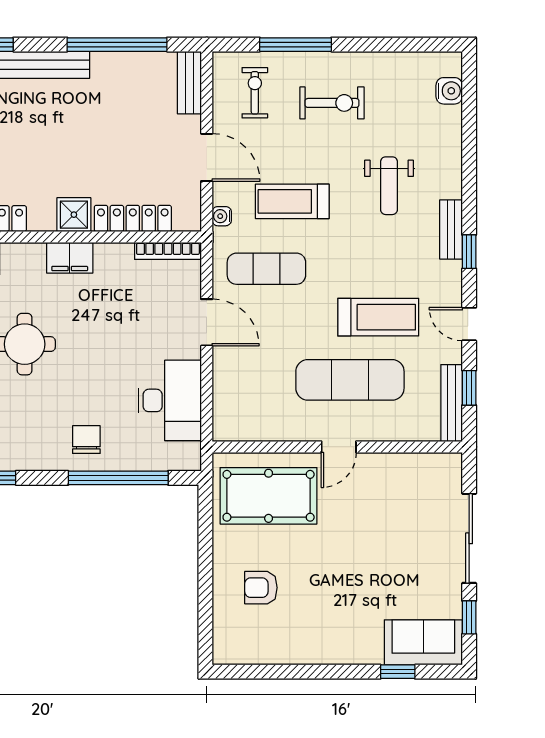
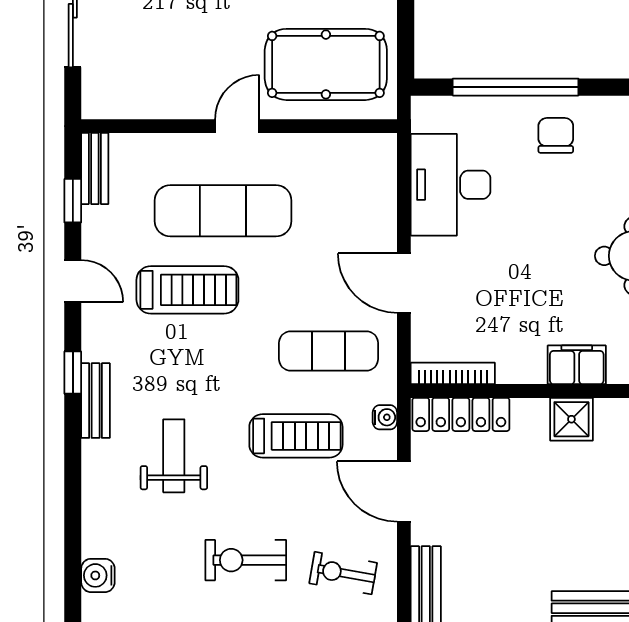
exercise bike: (255, 93) -> (343, 573), turned 100
locker: (133, 218) -> (461, 414), moved
treadmill: (378, 317) -> (187, 290), turned 180
bench: (452, 403) -> (95, 168), width x0.73
chair: (86, 440) -> (556, 135), turned 180

